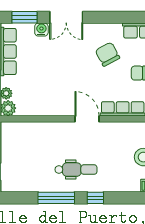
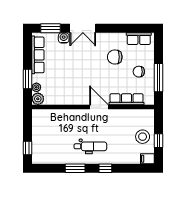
chair: (107, 54) -> (115, 57), turned -62
window: (56, 198) -> (75, 168), width x0.69

